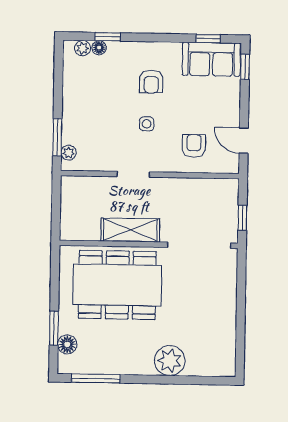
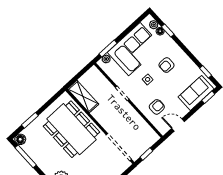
sofa: (211, 59) -> (196, 93), moved, turned 90
corner sofa: (91, 104) -> (134, 49), added
door: (244, 141) -> (178, 125), hinge flipped
shelving: (130, 230) -> (83, 96), moved
floor lamp: (67, 344) -> (20, 139), moved

